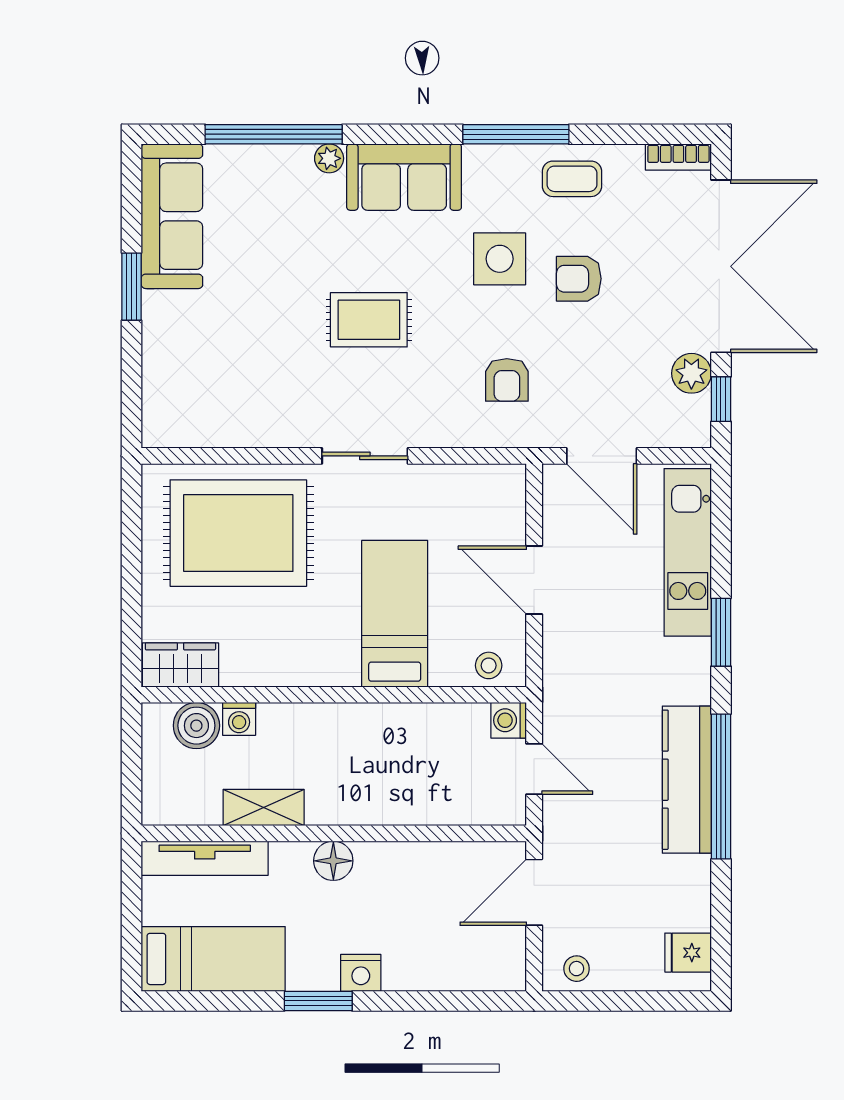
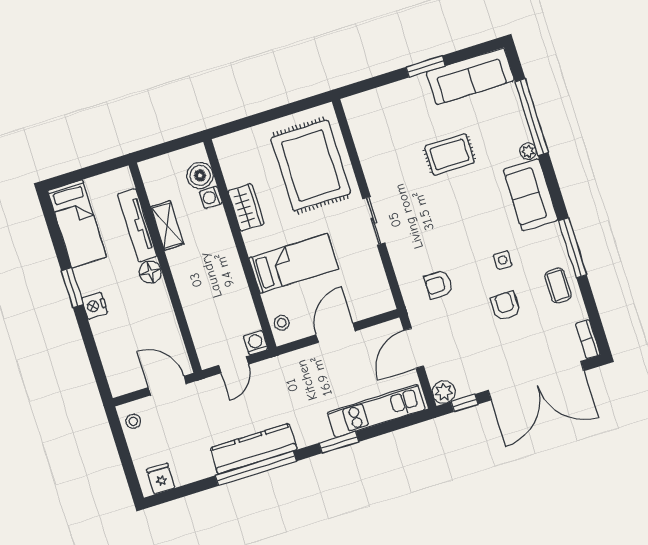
side table: (500, 259) -> (503, 260), width x0.54, depth x0.54
rug: (369, 320) -> (450, 154), moved, turned 90
plant: (691, 373) -> (444, 392), moved
wardrobe: (180, 665) -> (246, 207), moved
tv unit: (205, 858) -> (137, 225), moved

